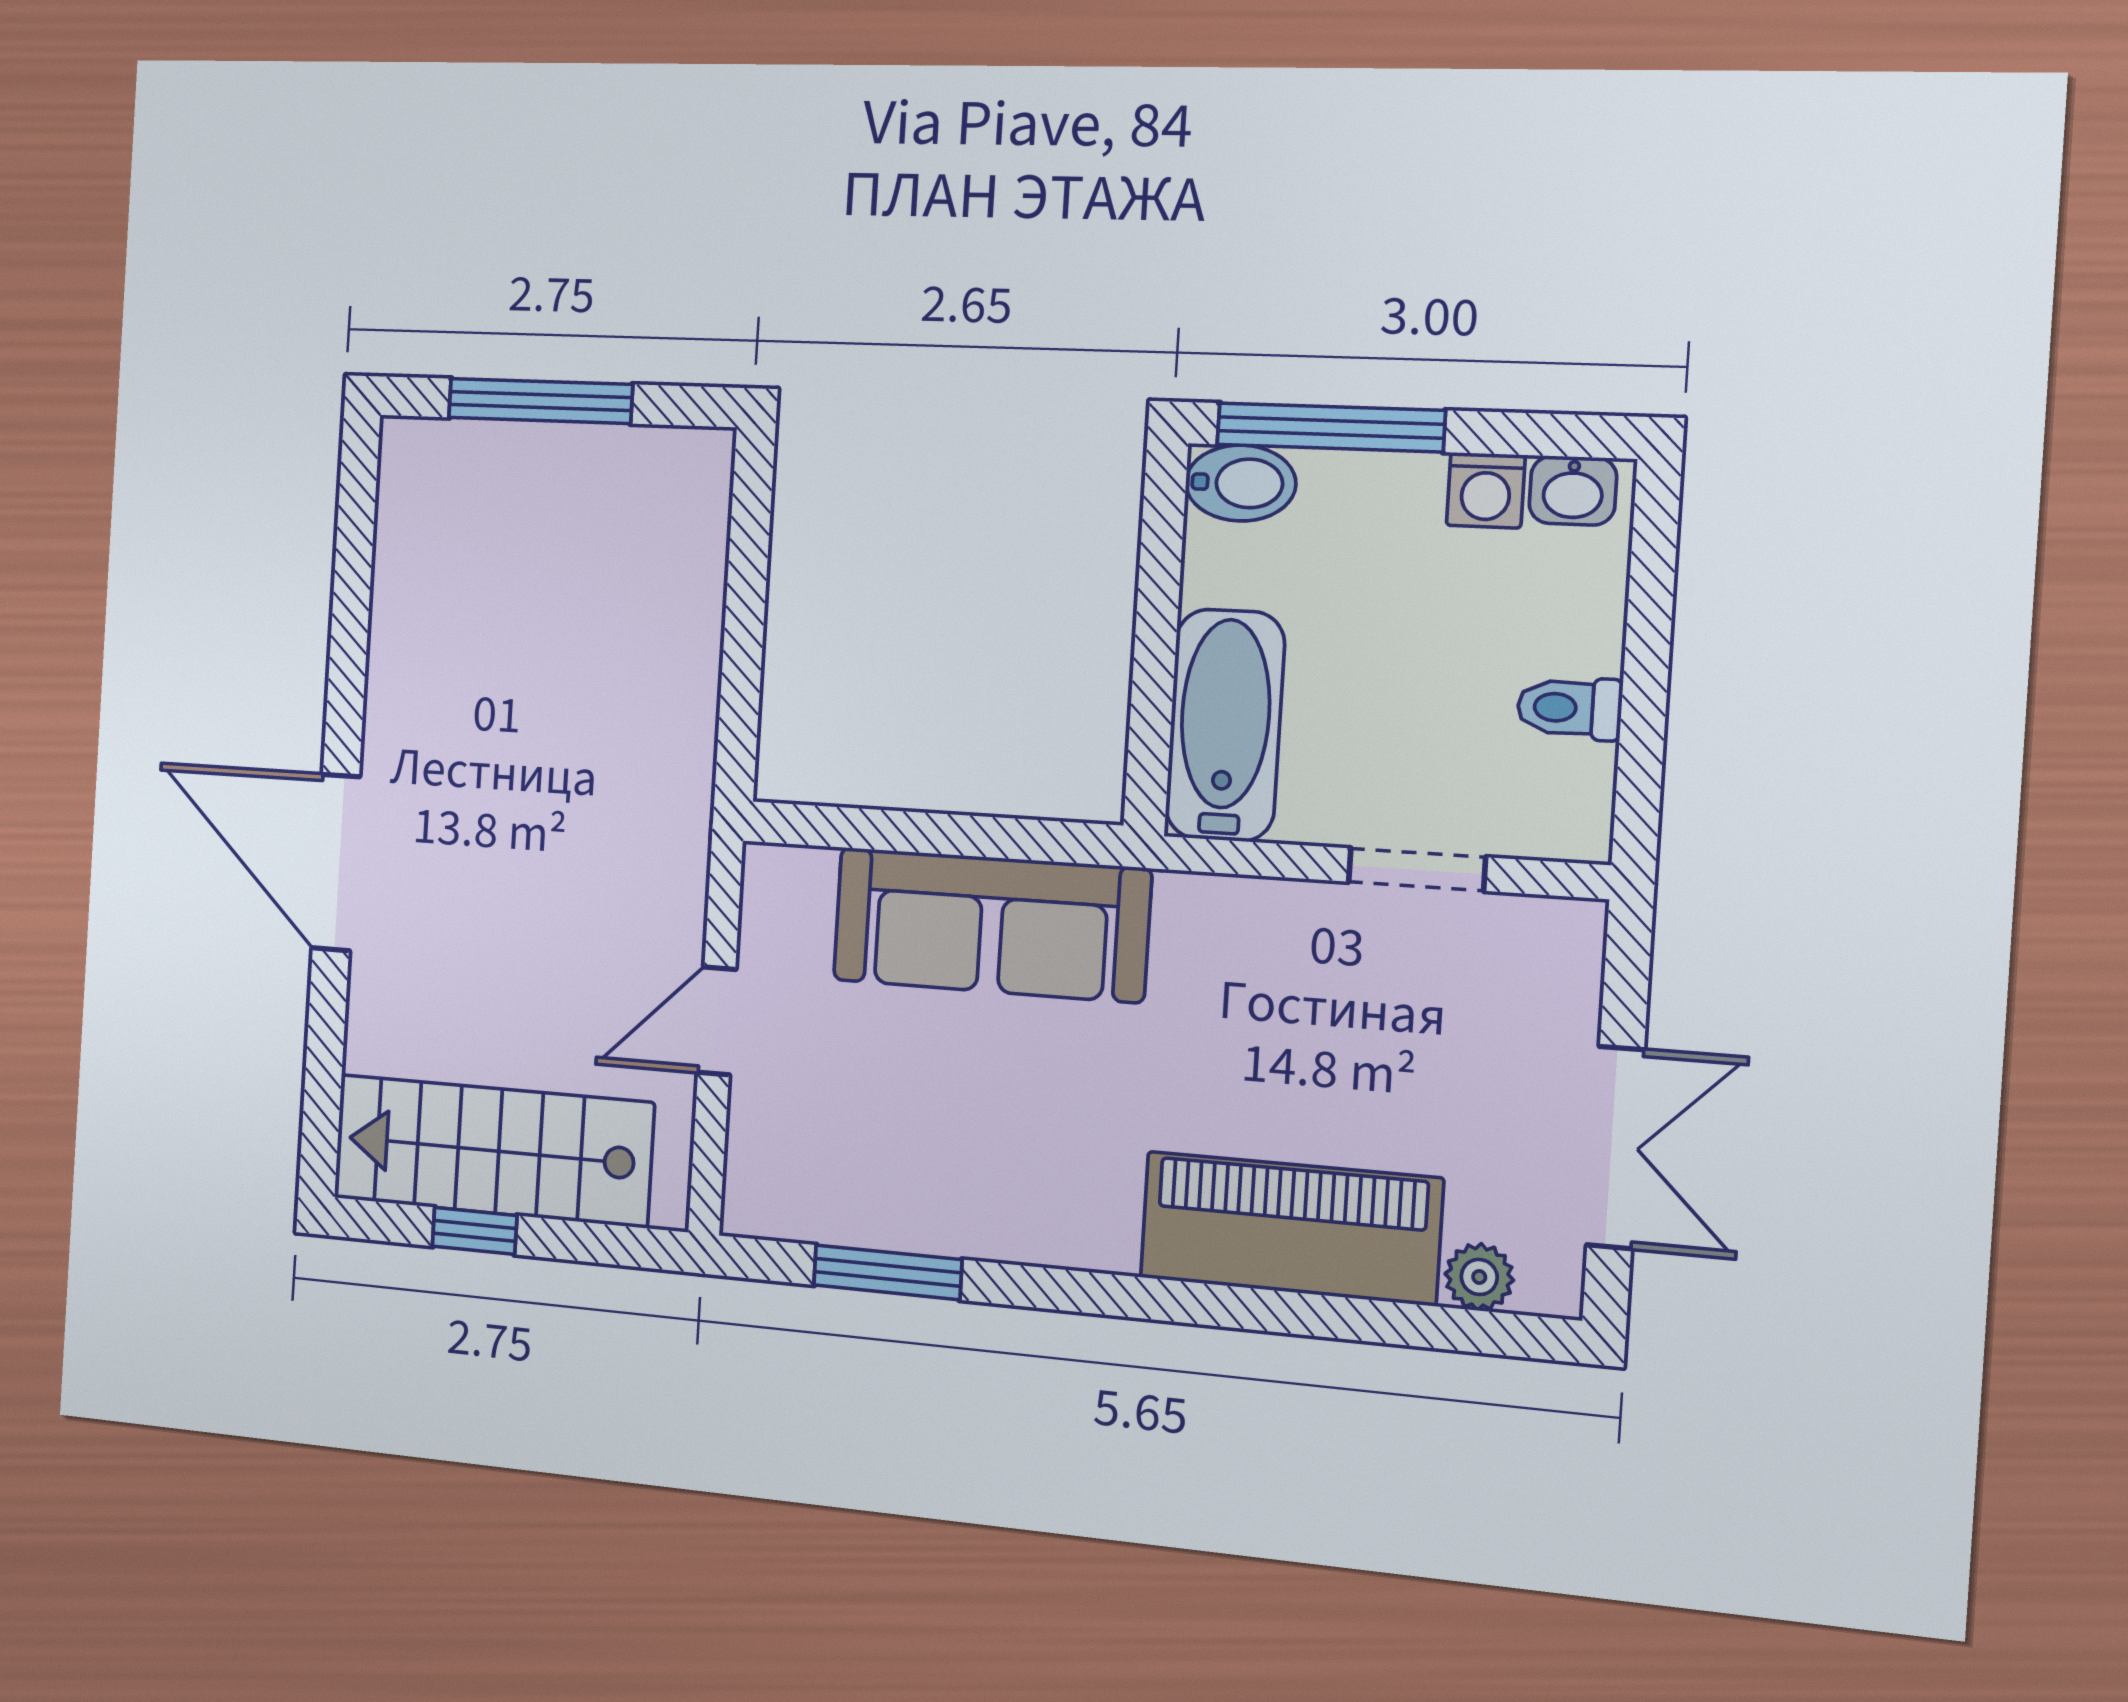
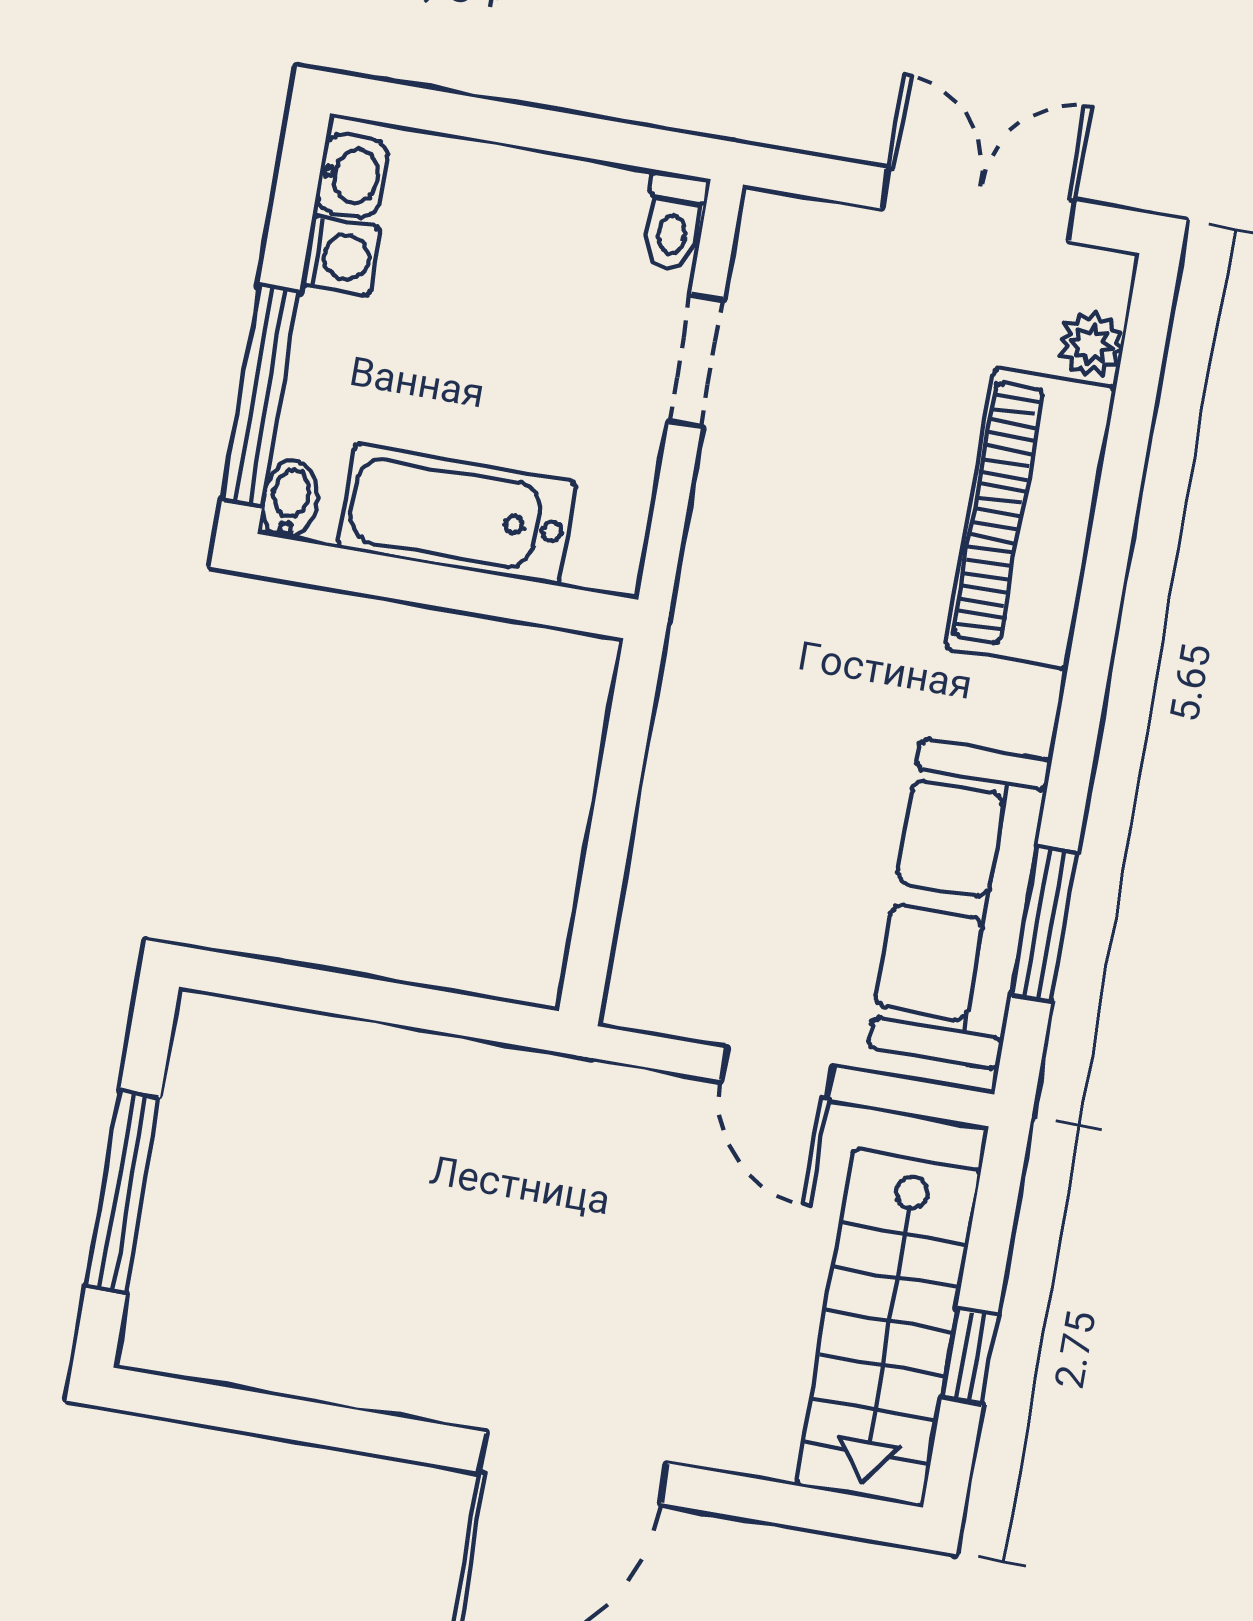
bidet: (1241, 483) -> (290, 500), width x0.72, depth x0.74
toilet: (1570, 708) -> (674, 221), moved
bathtub: (1225, 725) -> (456, 515), moved
sofa: (991, 925) -> (960, 904), moved, turned 180

